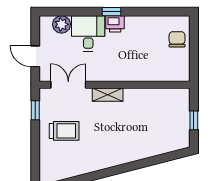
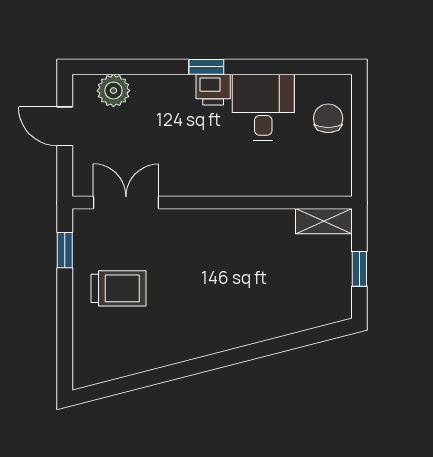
desk: (88, 33) -> (263, 107), moved
door: (35, 56) -> (65, 126), moved
shelving: (108, 95) -> (324, 221), moved

